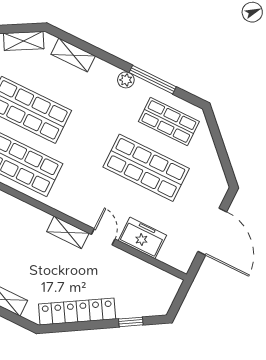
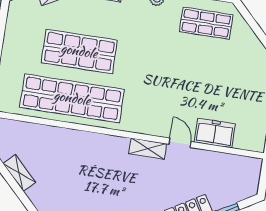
shop shelf: (146, 168) -> (199, 70), removed

